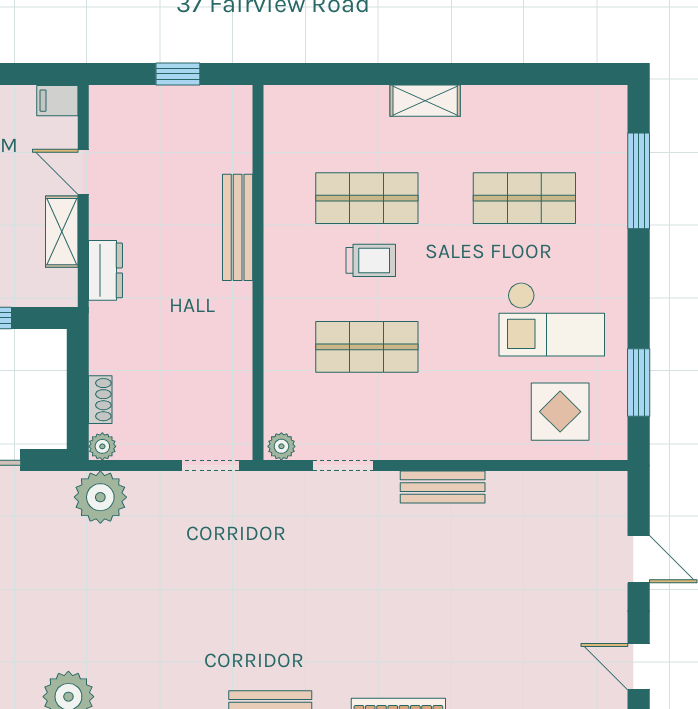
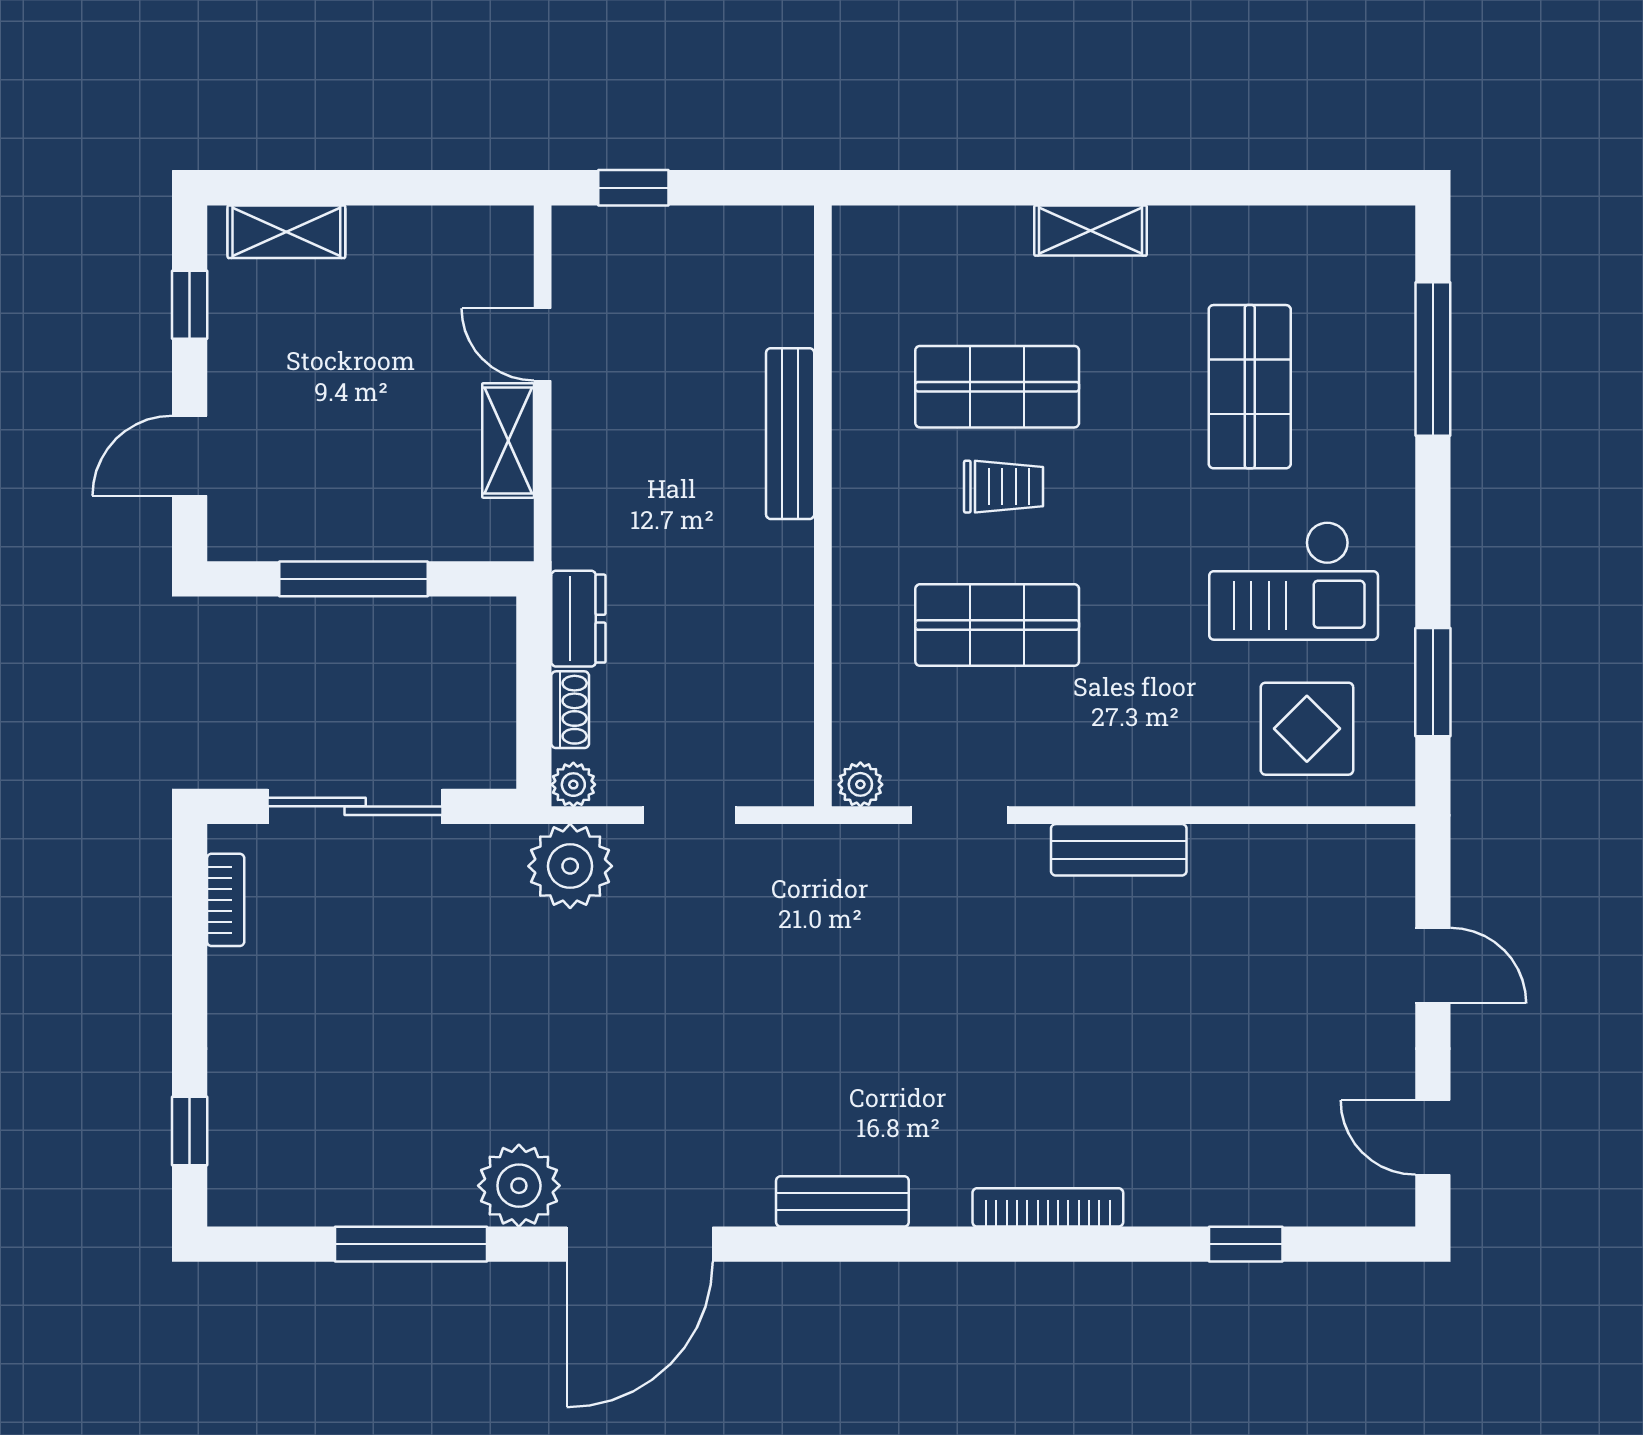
window: (178, 74) -> (633, 188), moved
filing cabinet: (57, 101) -> (501, 230), removed
shop shelf: (524, 198) -> (1250, 387), turned 90
dresser: (106, 270) -> (578, 619), moved
doorway: (211, 465) -> (689, 815), moved

